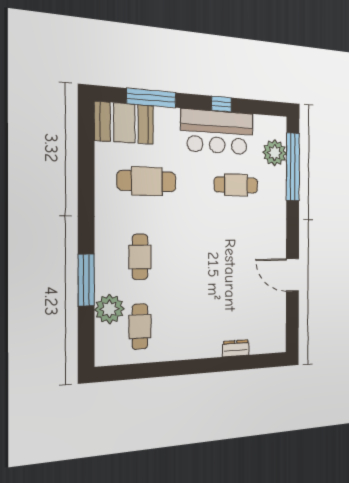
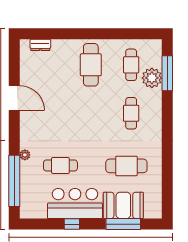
booth: (124, 123) -> (123, 205), moved
plant: (275, 153) -> (25, 155), moved, width x0.53, depth x0.53
window: (86, 280) -> (167, 73), moved
cafe table: (196, 323) -> (91, 65), added
dresser: (236, 348) -> (40, 45), moved

